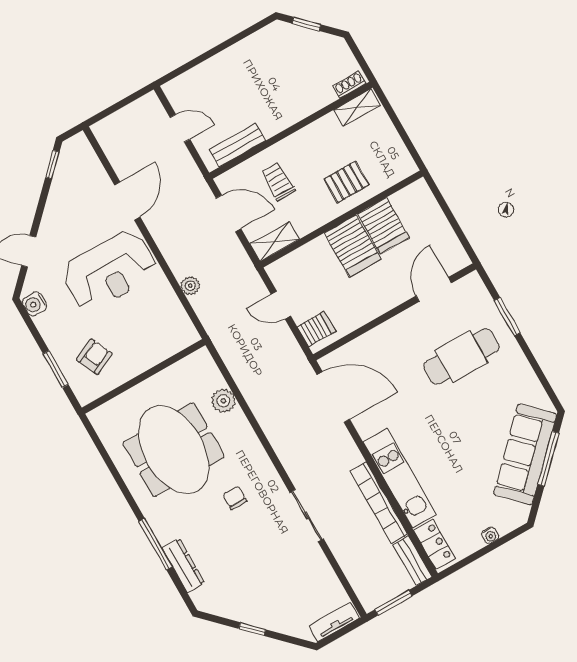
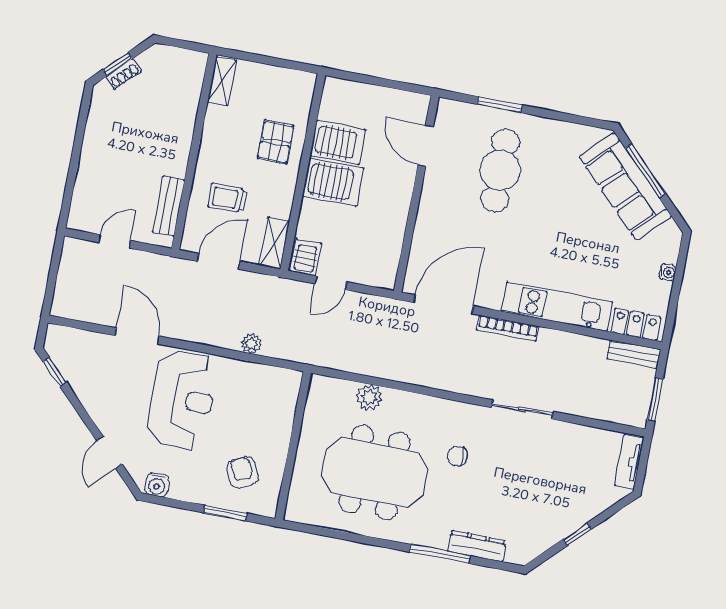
shoe rack: (349, 85) -> (123, 74), moved, turned -135
server rack: (316, 329) -> (306, 257), moved
bookcase: (379, 503) -> (508, 328), moved, width x0.68, depth x0.76

